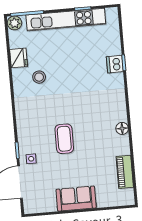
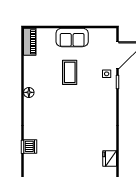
stool: (39, 77) -> (94, 141), removed
coffee table: (64, 139) -> (70, 72), moved
piano: (125, 172) -> (30, 42), moved

